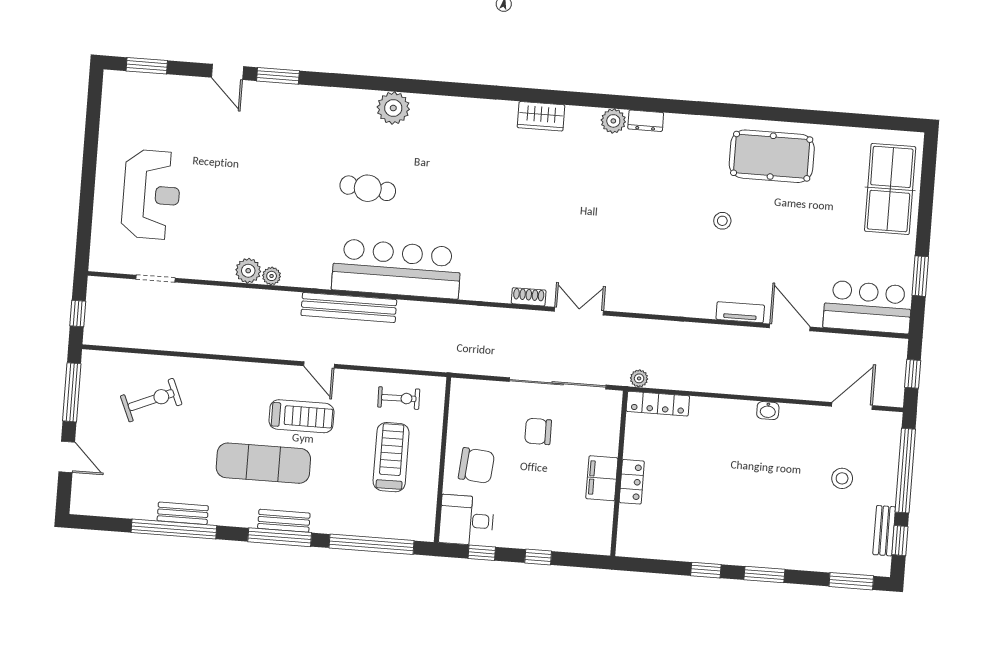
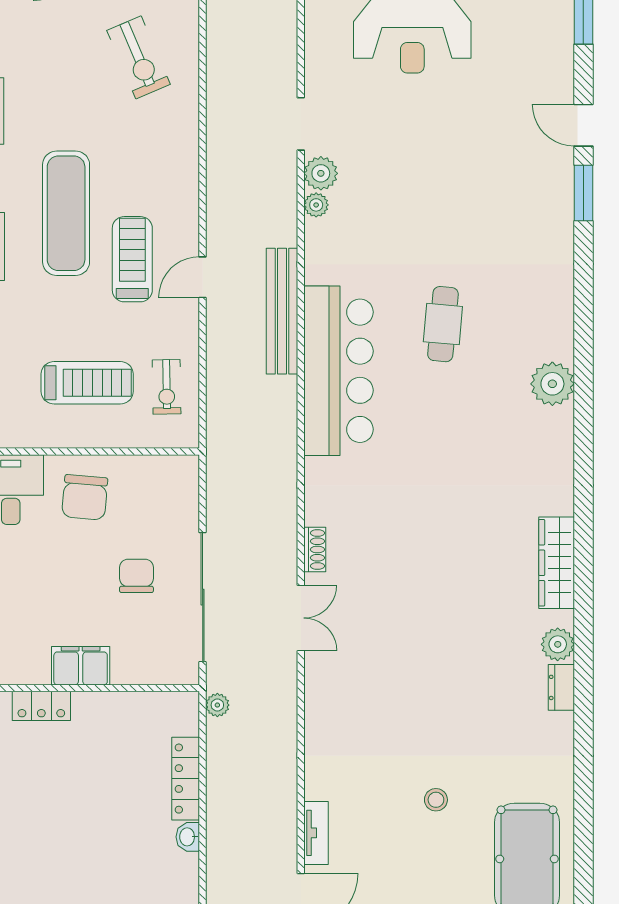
door: (227, 72) -> (583, 125), hinge flipped
plant: (393, 108) -> (552, 384), moved
wardrobe: (541, 116) -> (557, 563), width x1.50
doorway: (155, 279) -> (301, 124), moved
locker: (658, 404) -> (186, 779), moved
washbasin: (768, 411) -> (188, 837), moved
treadmill: (301, 416) -> (132, 259), turned 180
locker: (632, 482) -> (41, 706), moved

